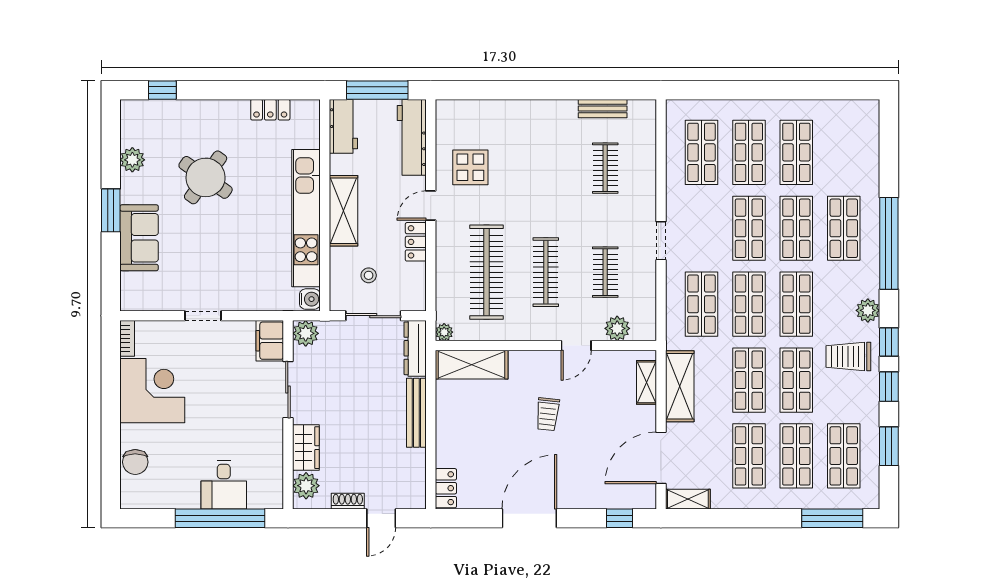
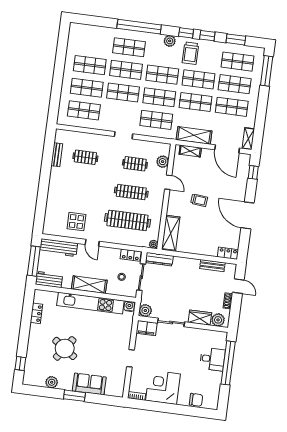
locker: (416, 242) -> (131, 255), moved
bench: (416, 413) -> (212, 266), moved, width x0.73

